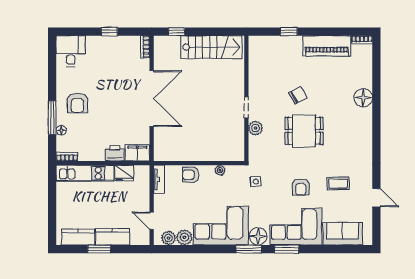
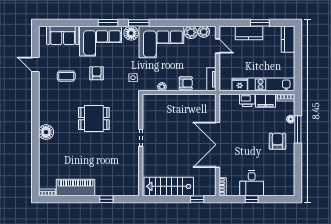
desk: (71, 51) -> (252, 183), moved
chair: (298, 95) -> (99, 147), removed
floor lamp: (363, 98) -> (46, 132), moved
plant: (255, 128) -> (133, 121), removed
filing cabinet: (137, 153) -> (266, 101), moved
kitchen counter: (78, 237) -> (288, 39), moved, turned 90

